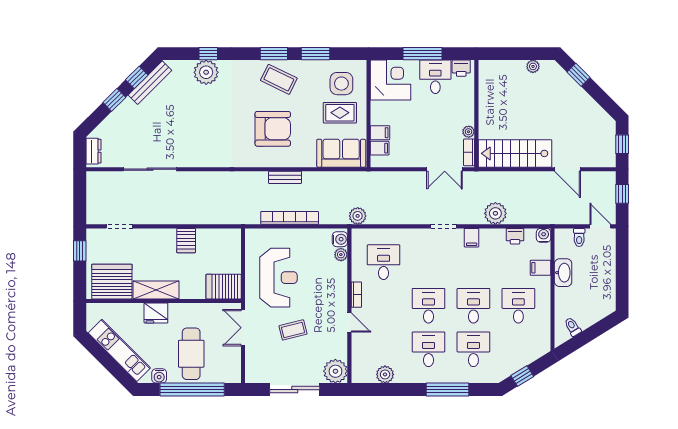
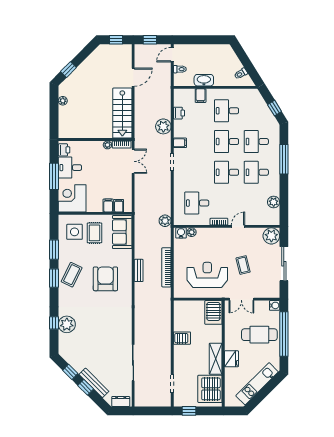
bench: (150, 83) -> (94, 383), moved
water cooler: (544, 235) -> (178, 94), removed
water cooler: (159, 376) -> (275, 305), moved

